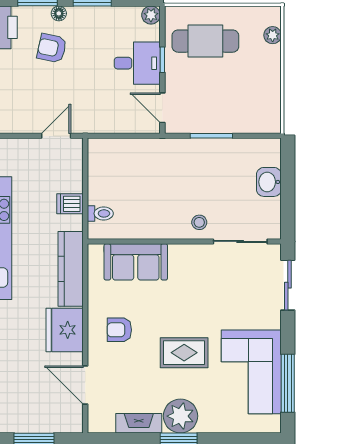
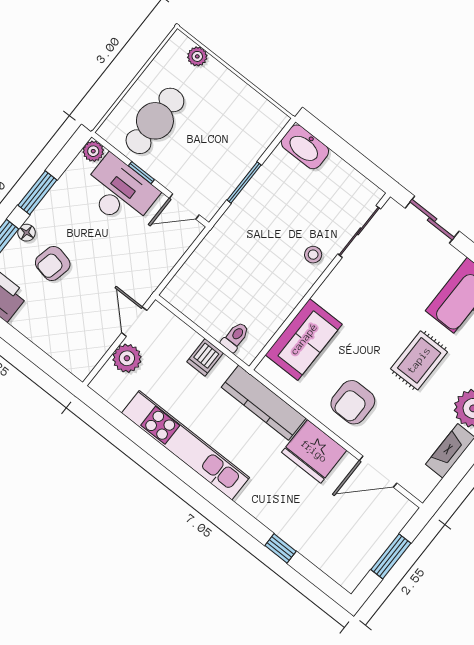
desk: (137, 63) -> (119, 192), width x1.37
plant: (27, 151) -> (127, 358), added
washbasin: (269, 182) -> (305, 147), moved, width x1.38
armchair: (119, 330) -> (353, 402), width x1.38, depth x1.38

